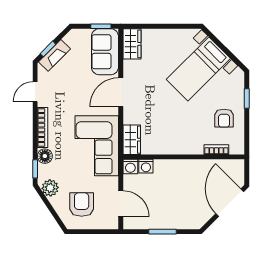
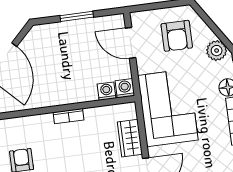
wardrobe: (132, 140) -> (130, 138), moved
bookcase: (216, 150) -> (69, 116), moved

